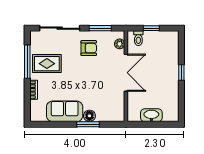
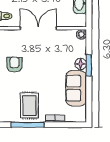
plant: (120, 44) -> (81, 34), moved

